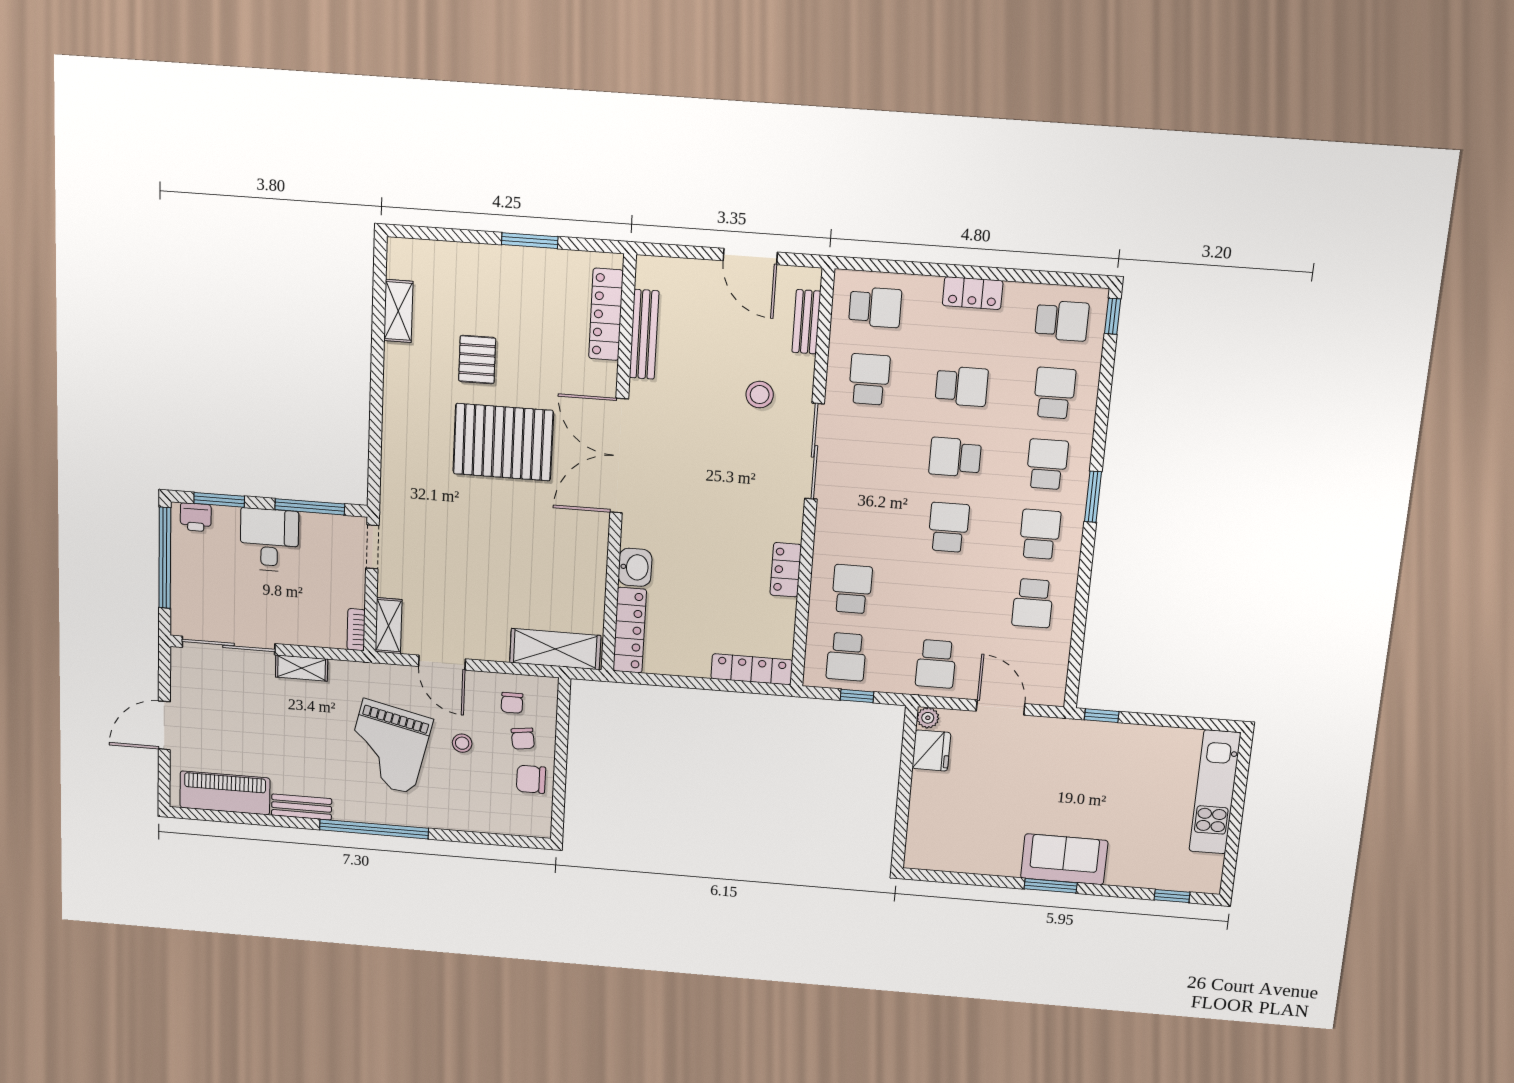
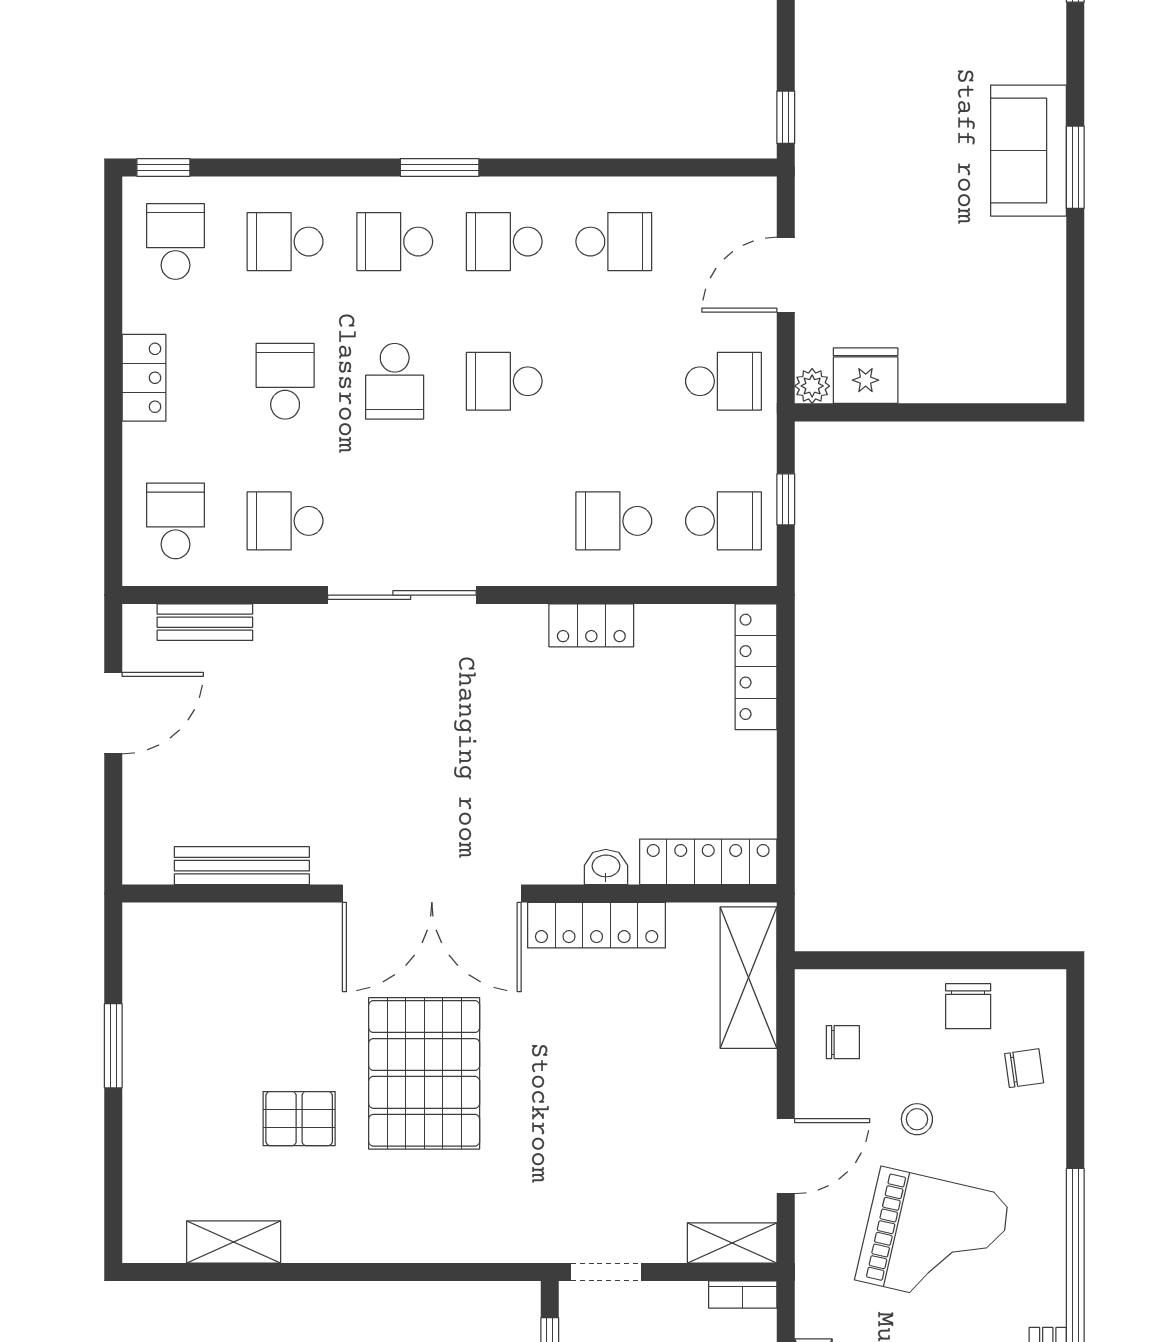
locker: (606, 314) -> (597, 925), moved
stool: (760, 395) -> (321, 685), removed
washbasin: (635, 567) -> (606, 867), width x0.72, depth x0.69
chair: (523, 739) -> (1024, 1068), moved

